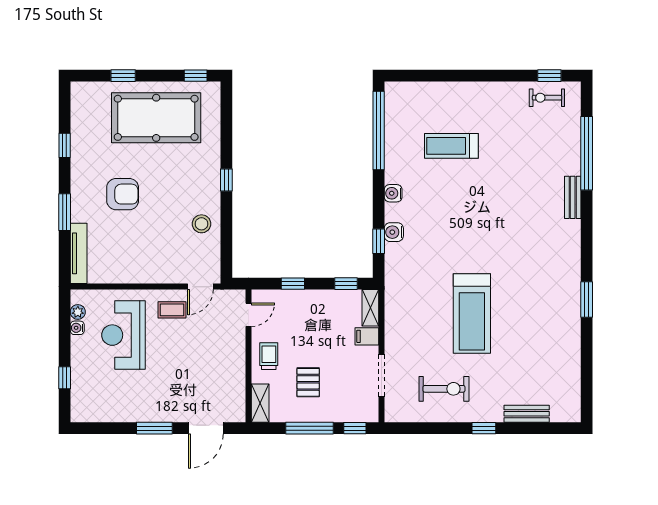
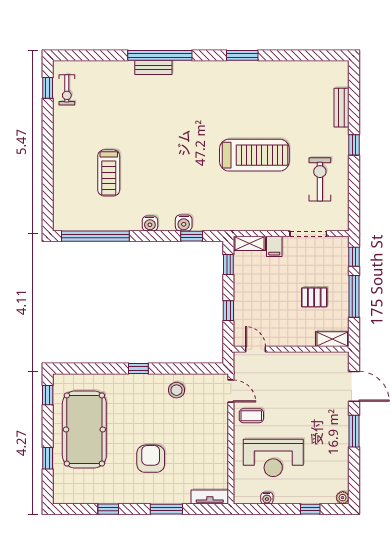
window: (587, 153) -> (160, 55), moved
tv unit: (79, 253) -> (210, 497), width x0.71
coffee table: (172, 310) -> (251, 416), turned 90
plant: (78, 312) -> (343, 498), moved
trolley: (269, 356) -> (291, 332), removed

